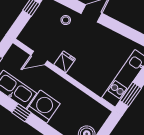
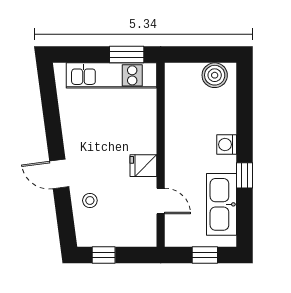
washing machine: (43, 107) -> (227, 144), width x0.53, depth x0.53

